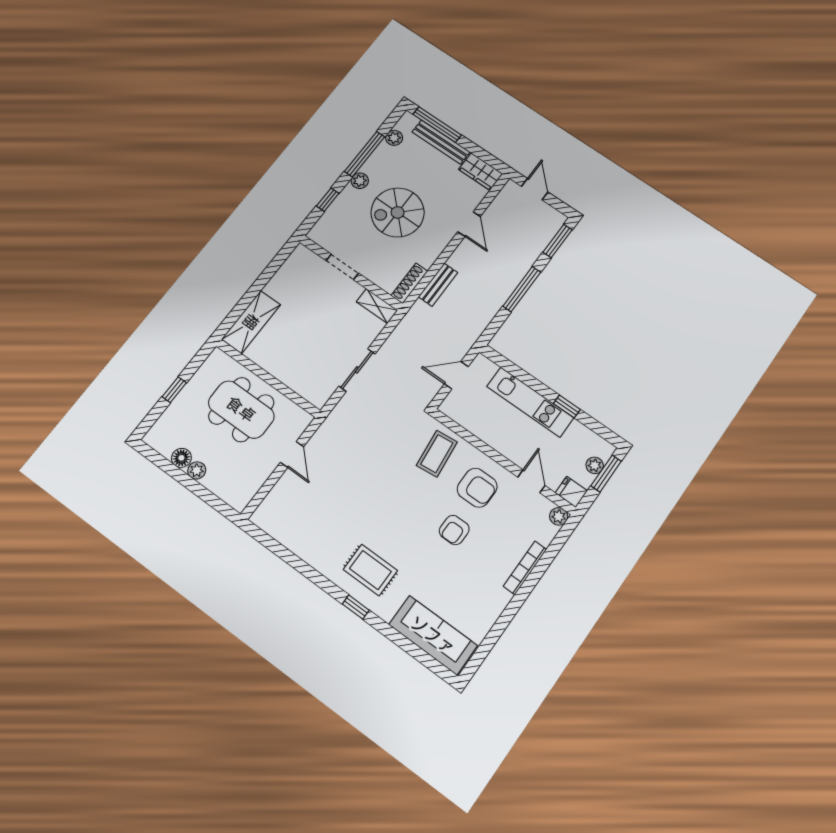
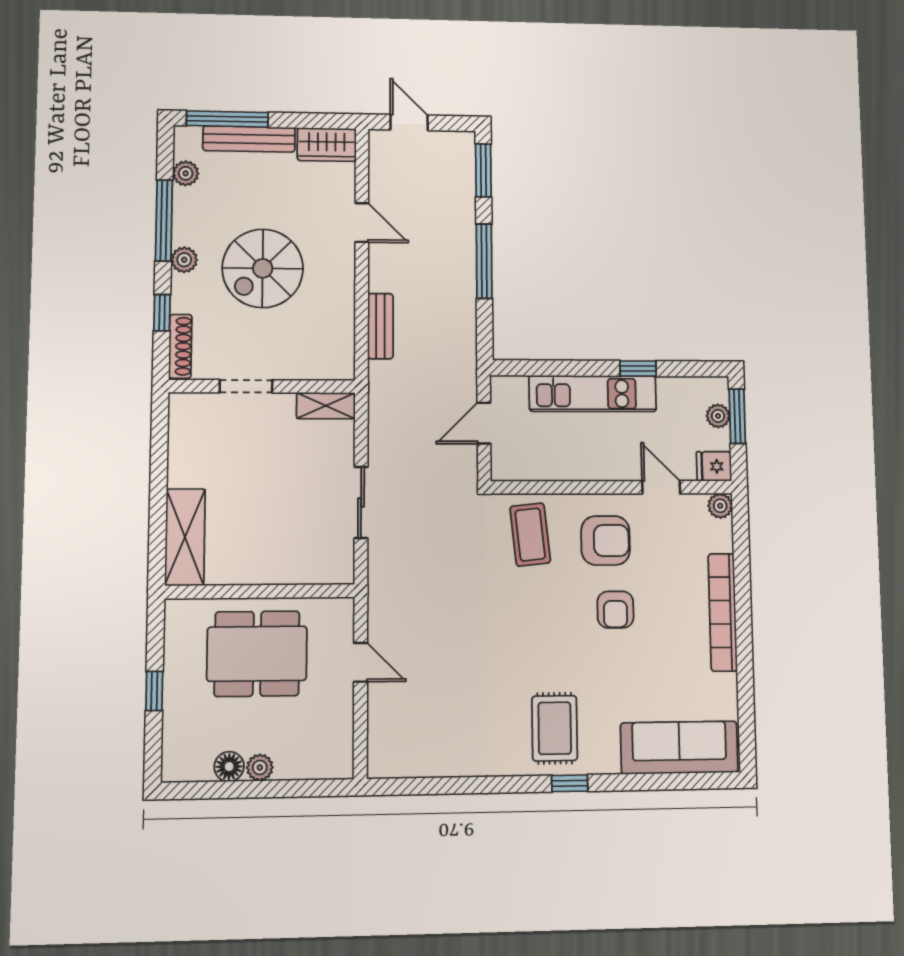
shoe rack: (409, 283) -> (180, 346), moved, turned 180
bookcase: (525, 568) -> (723, 612), width x1.48, depth x1.31
rug: (370, 570) -> (555, 728), turned 90

